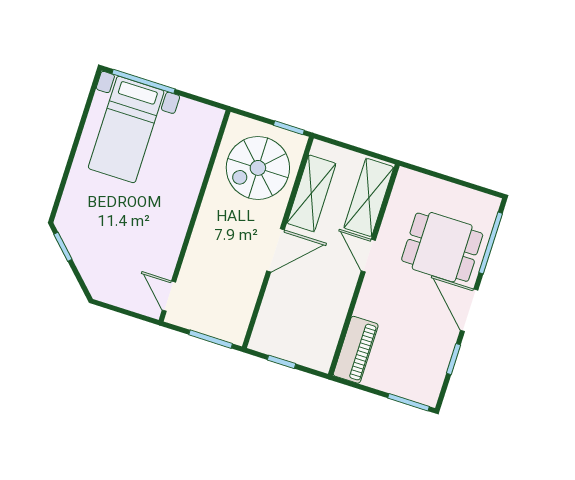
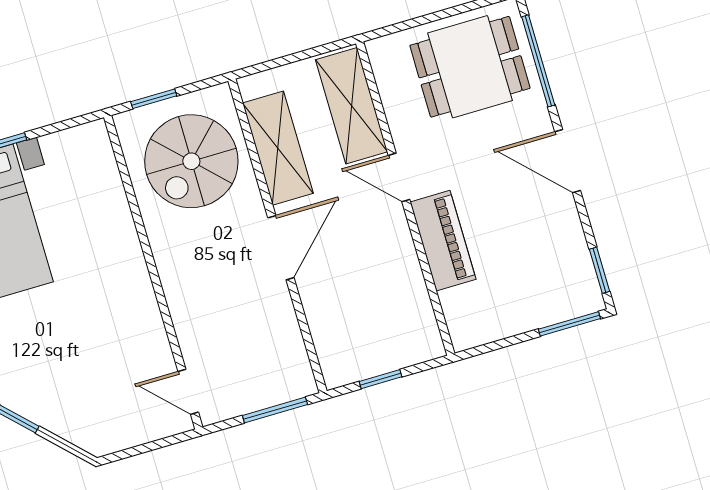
window: (289, 128) -> (154, 99), moved
dining table: (442, 247) -> (470, 67), moved
piano: (356, 350) -> (443, 241), moved
window: (453, 359) -> (599, 270), moved

